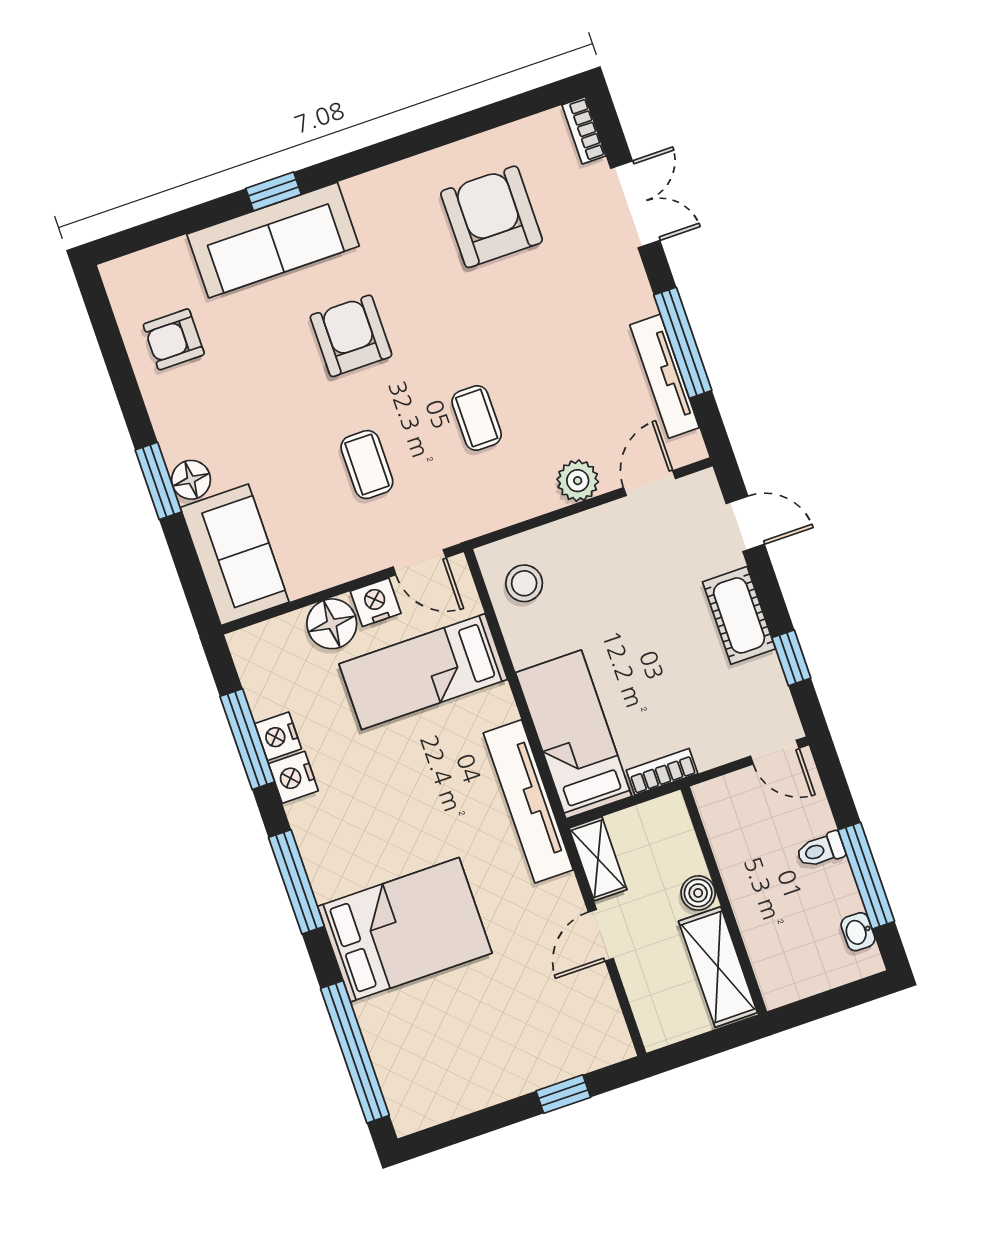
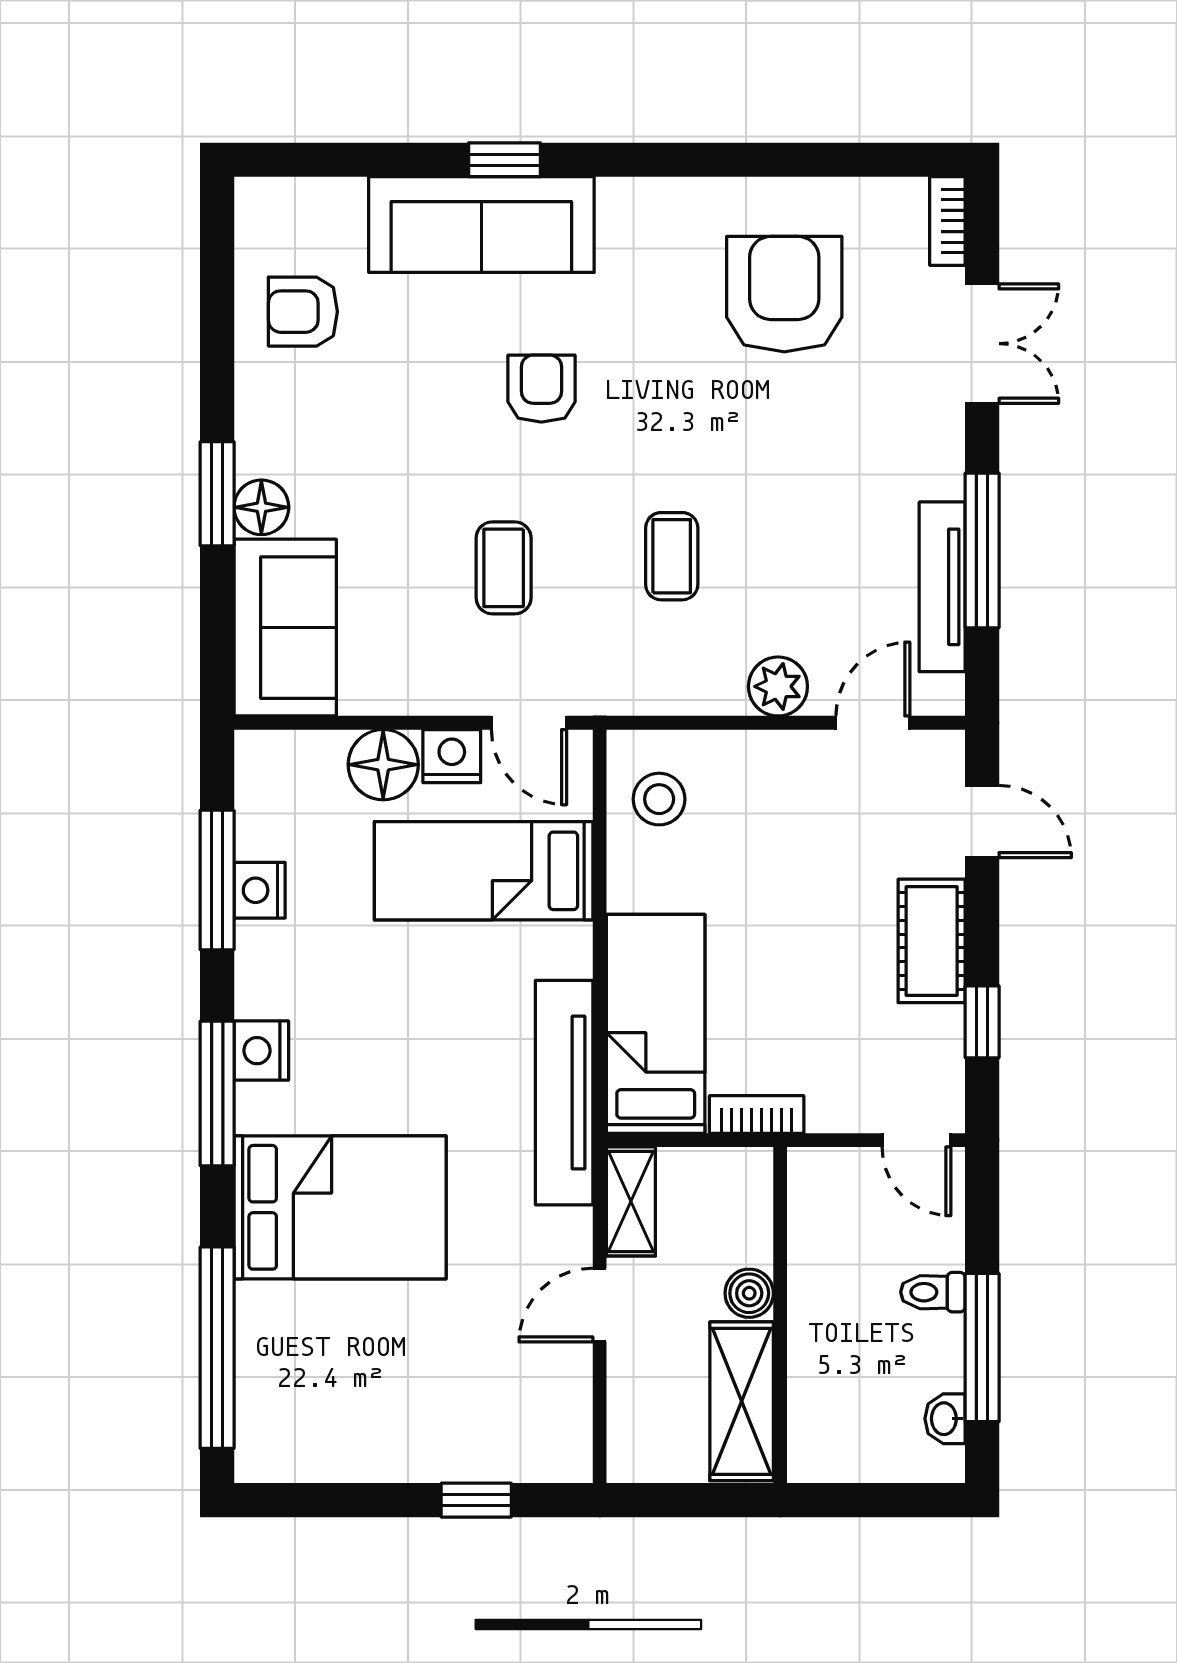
armchair: (351, 336) -> (541, 389), width x0.72, depth x0.72
nightstand: (293, 777) -> (261, 1051), moved

